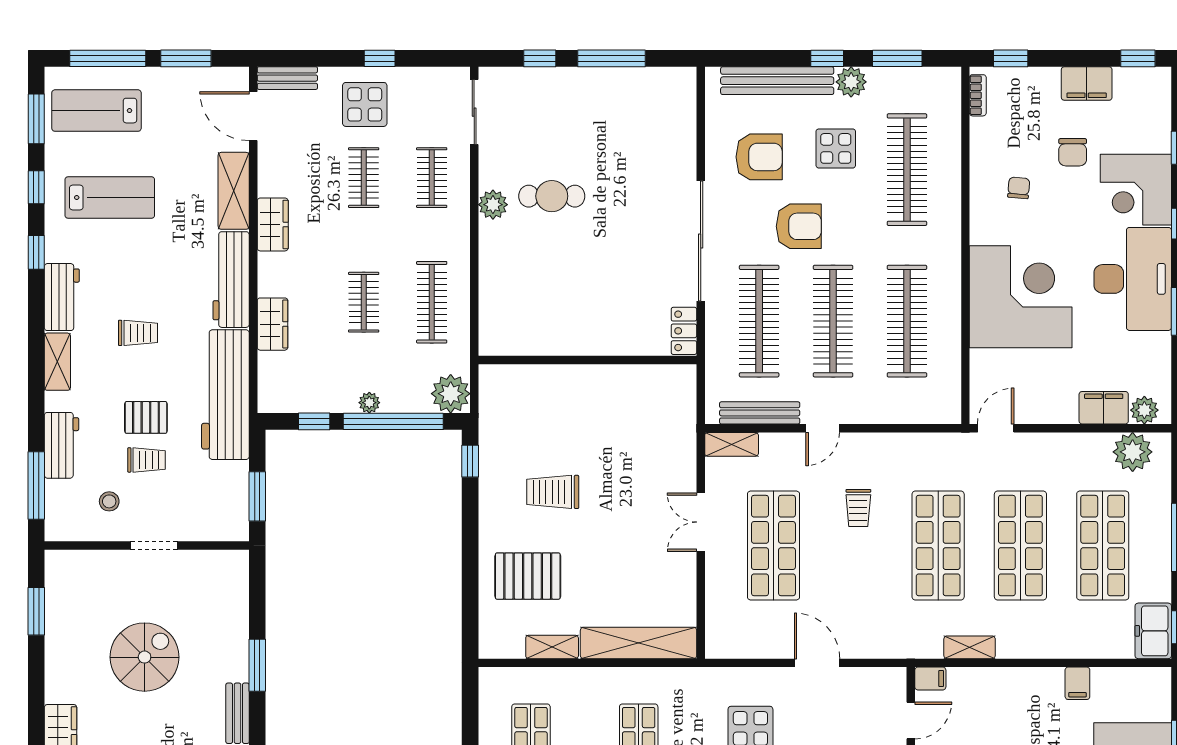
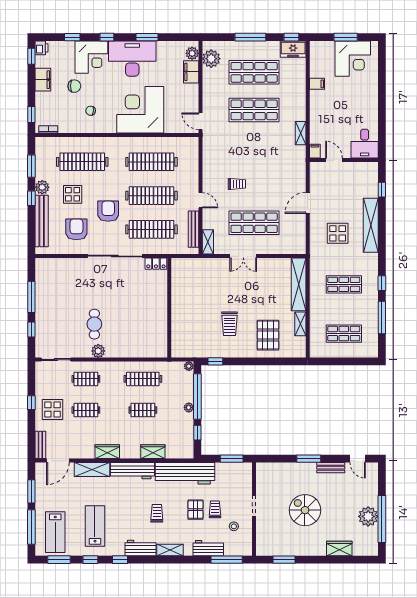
printer: (1156, 80) -> (42, 48), added
plant: (451, 394) -> (189, 366), width x0.53, depth x0.53
shop shelf: (938, 546) -> (254, 148), removed

